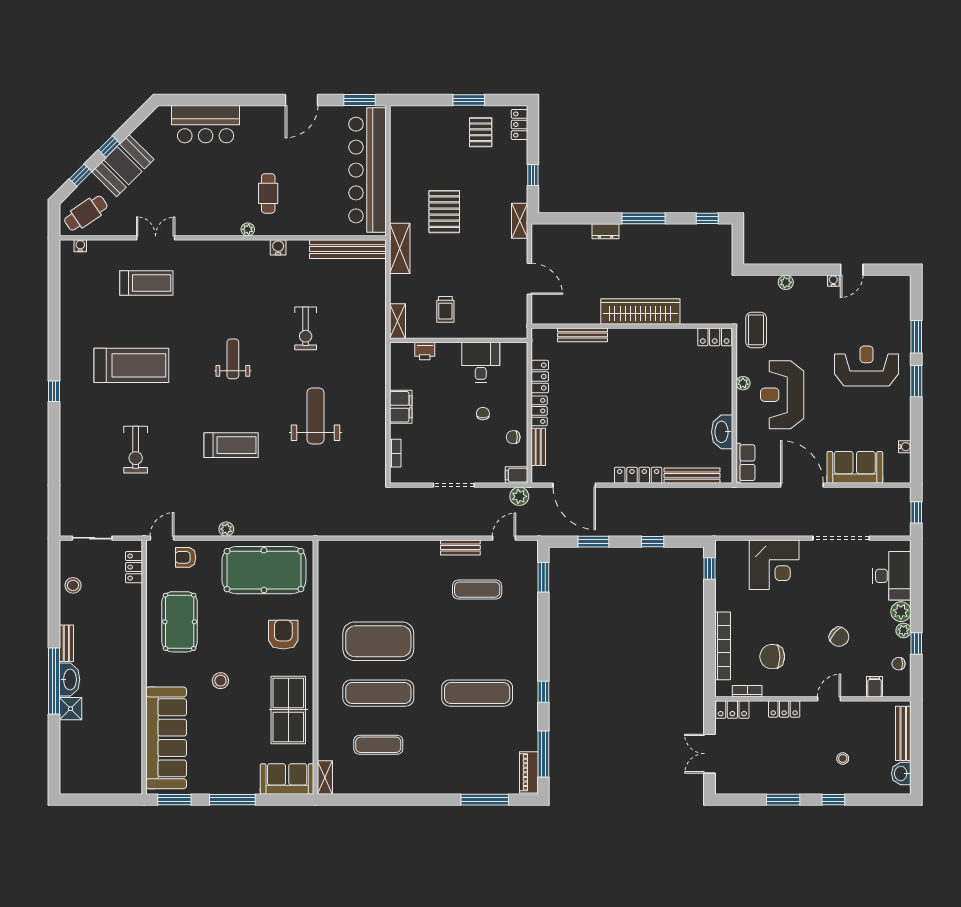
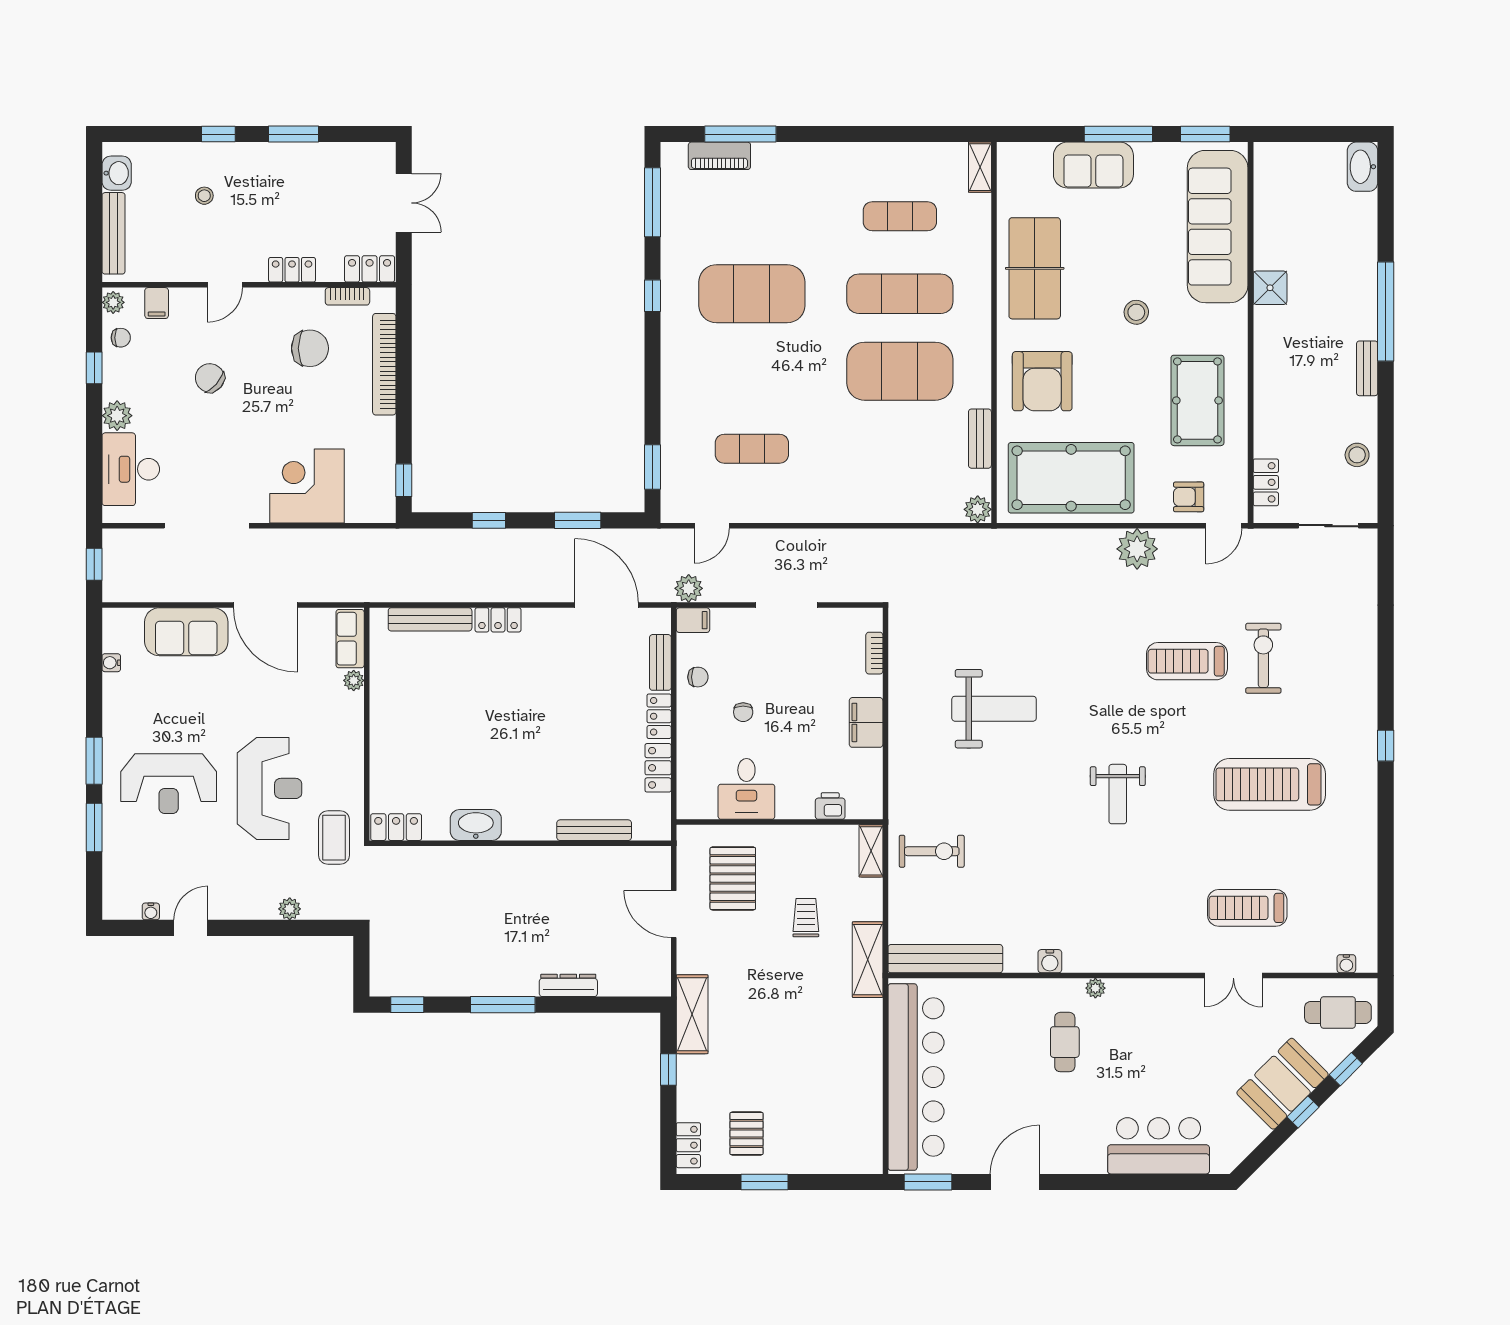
pallet: (444, 212) -> (733, 878), moved
cafe table: (86, 213) -> (1338, 1012), turned 34
shelving: (520, 221) -> (692, 1014), width x1.50, depth x1.33
dresser: (606, 231) -> (568, 985), width x1.44
water cooler: (833, 281) -> (151, 911), moved
trolley: (445, 309) -> (806, 918), moved
wardrobe: (640, 312) -> (507, 865), removed
exercise bike: (306, 328) -> (932, 851), moved, turned 90
plant: (743, 383) -> (354, 680), moved
reception desk: (782, 395) -> (270, 788), moved
weight bench: (315, 416) -> (994, 709), turned -90
washbasin: (722, 432) -> (476, 825), moved, turned -90
treadmill: (231, 445) -> (1187, 661), moved
locker: (638, 475) -> (498, 620), width x0.66
plant: (226, 529) -> (1137, 549), width x1.87, depth x1.87
bench: (460, 547) -> (980, 439), moved, turned 90
plant: (326, 549) -> (978, 509), added
armchair: (186, 557) -> (1189, 497), turned 180
plant: (904, 630) -> (113, 302), moved
armchair: (283, 635) -> (1042, 381), width x1.36, depth x1.36
washbasin: (69, 680) -> (1362, 167), moved
exercise mat: (477, 693) -> (752, 294), width x1.47
shower: (71, 709) -> (1270, 288), moved
piano: (529, 772) -> (719, 156), moved, turned 90
sofa: (287, 779) -> (1093, 165), moved

